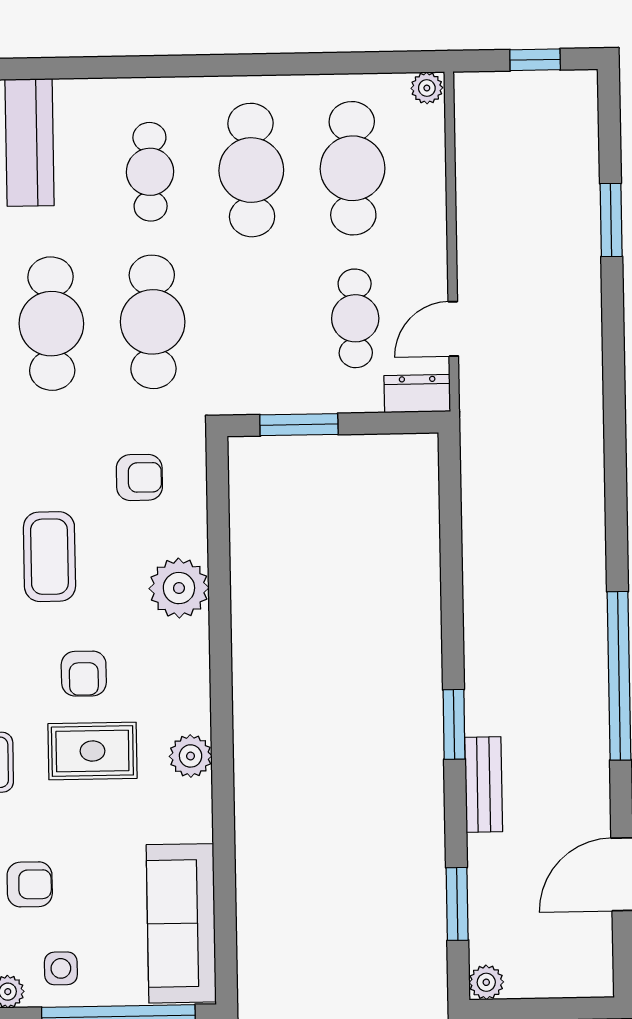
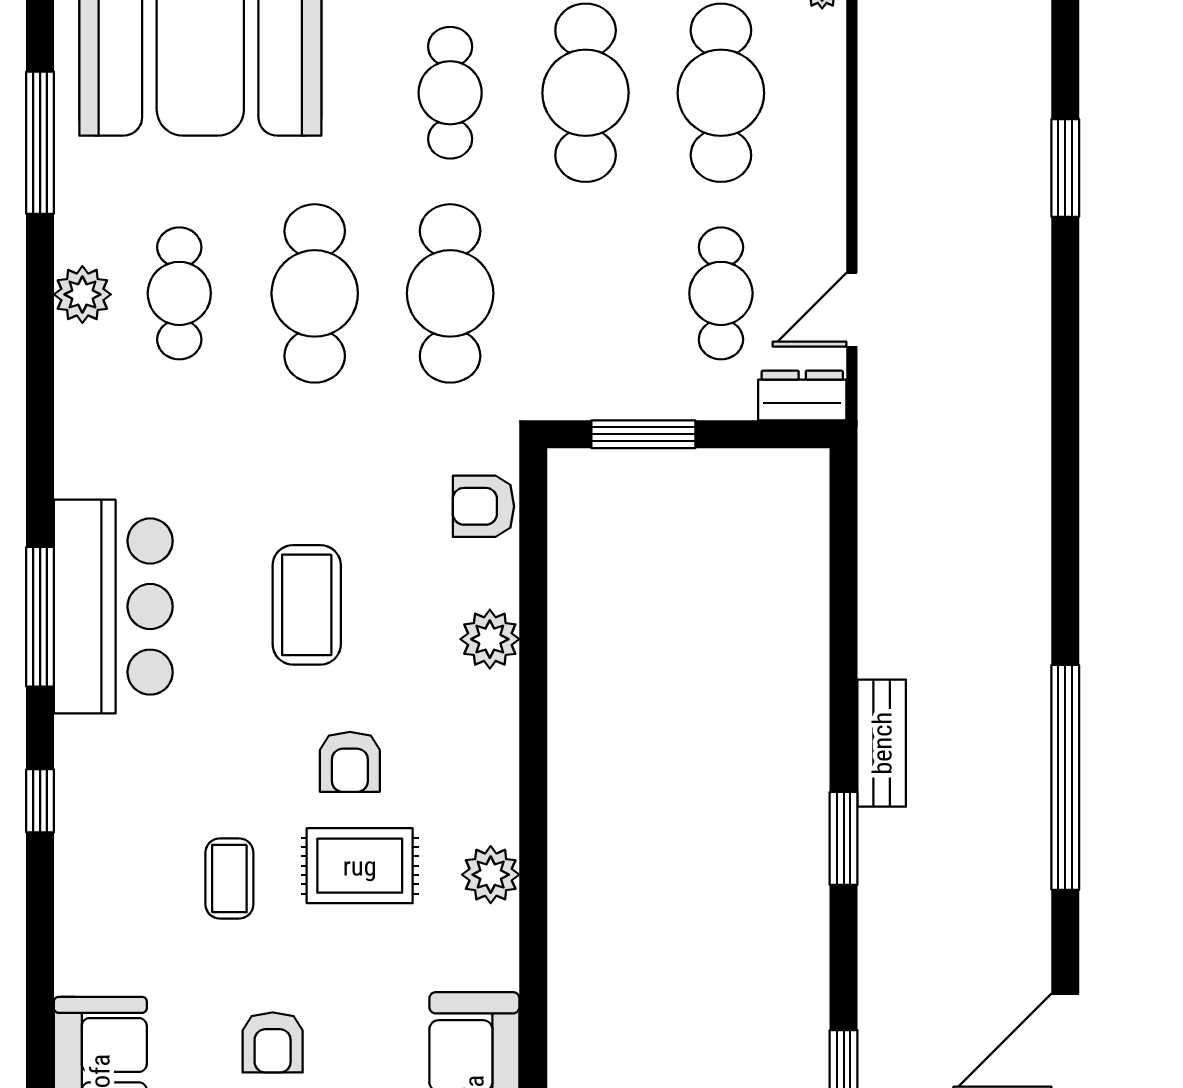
armchair: (139, 477) -> (483, 506), moved, turned 180
plant: (179, 588) -> (490, 639), width x0.73, depth x0.73
bench: (484, 785) -> (882, 743), moved
armchair: (30, 884) -> (273, 1042), turned 90

